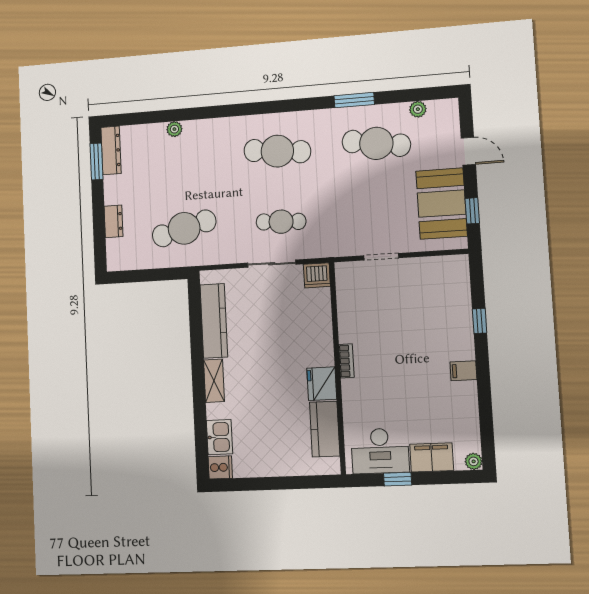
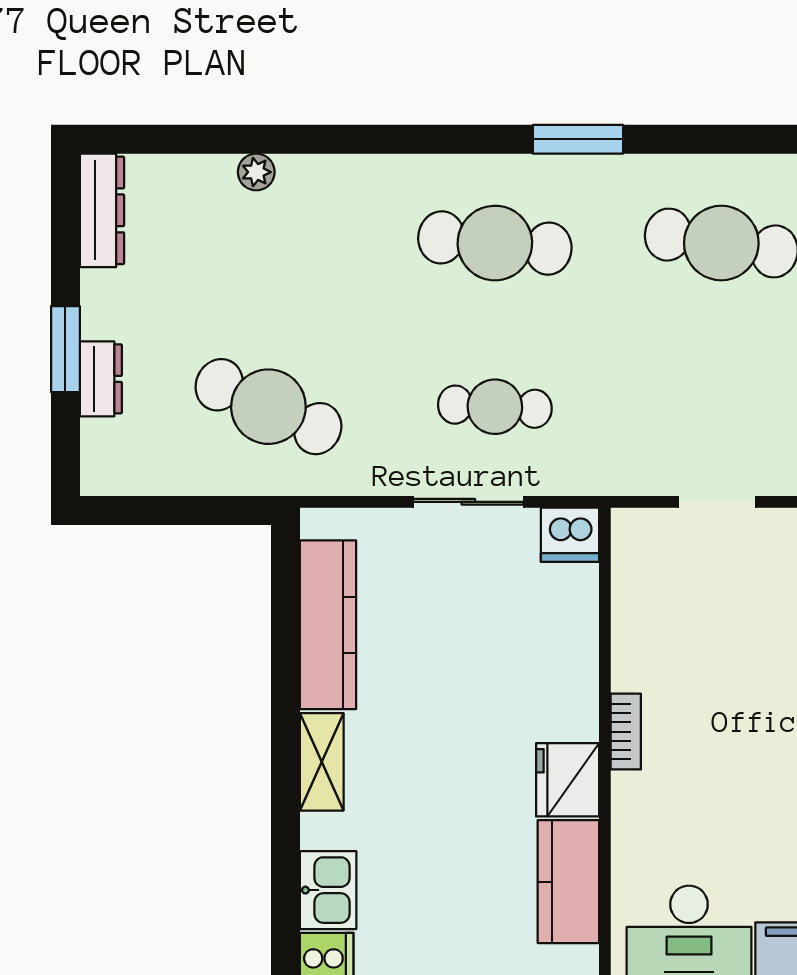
window: (354, 100) -> (578, 139), moved
window: (96, 161) -> (65, 349), moved
cafe table: (184, 228) -> (268, 407), turned 39

